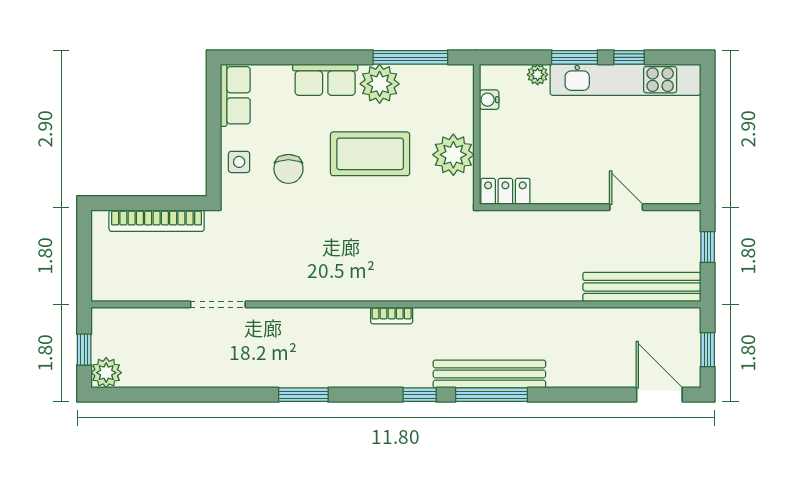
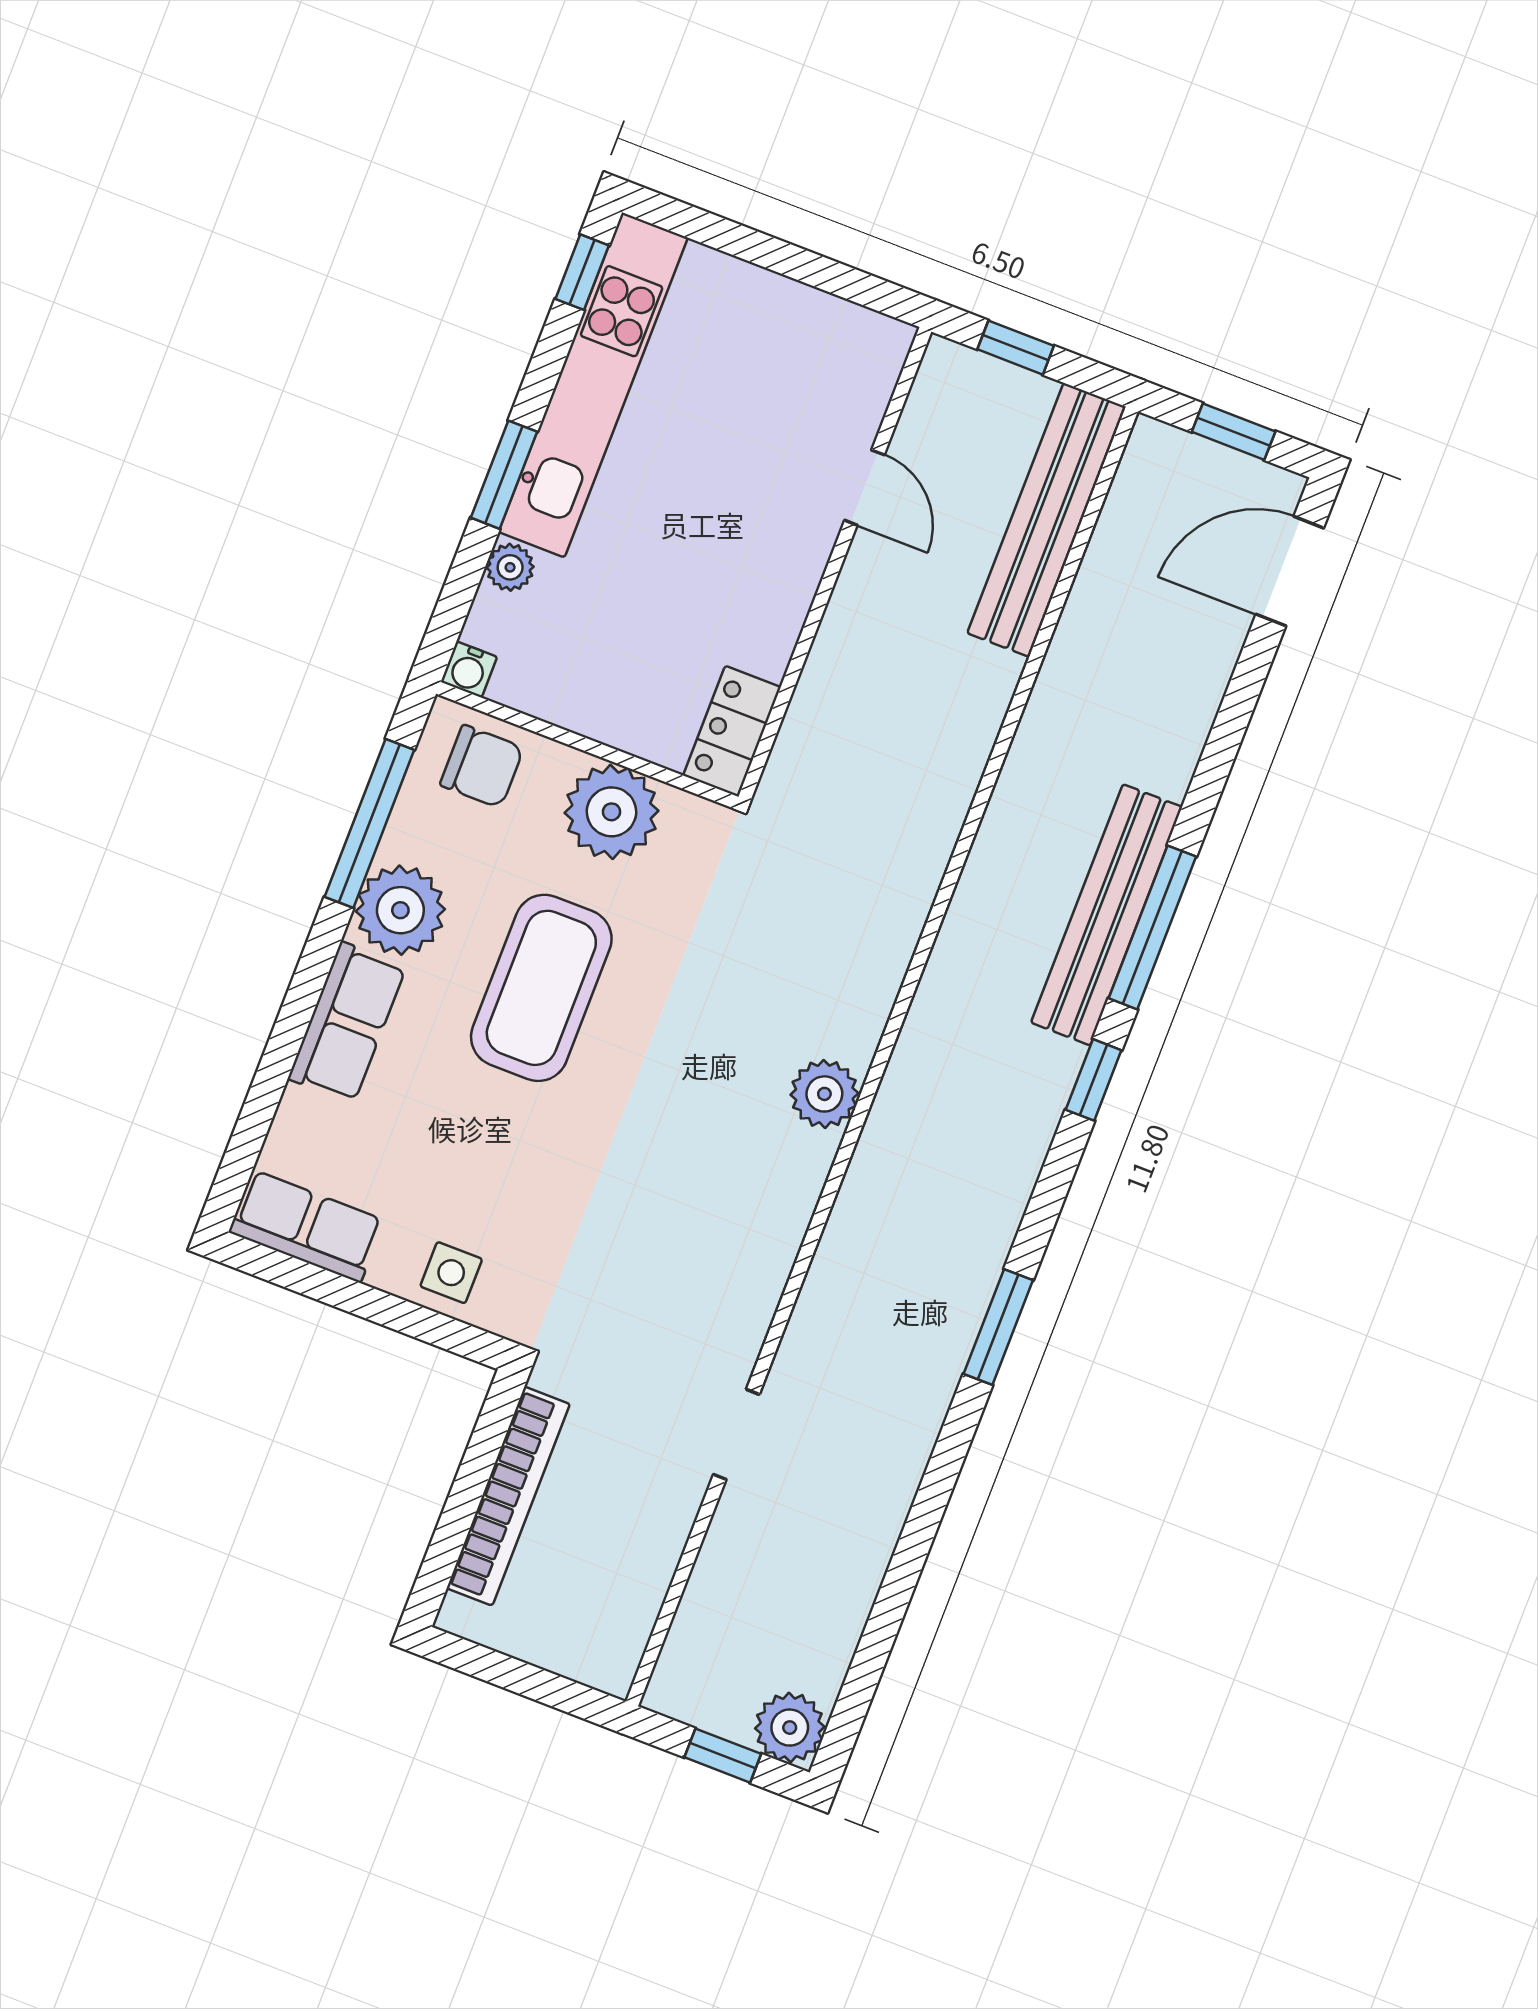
window: (629, 57) -> (582, 272), moved
water cooler: (489, 100) -> (469, 669), moved
chair: (288, 169) -> (482, 766), moved
door: (626, 207) -> (864, 488), swing flipped
plant: (371, 287) -> (824, 1094), added
doorway: (218, 304) -> (736, 1434), width x0.73
bookcase: (392, 315) -> (902, 1075), removed

